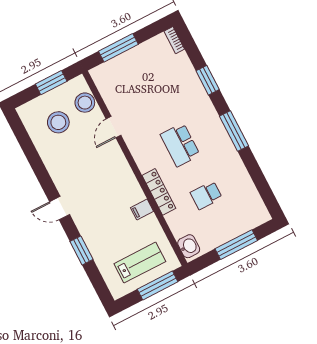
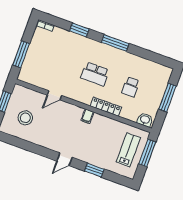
stool: (85, 103) -> (29, 96), removed
door: (113, 127) -> (54, 95), hinge flipped
filing cabinet: (142, 209) -> (87, 116), moved

